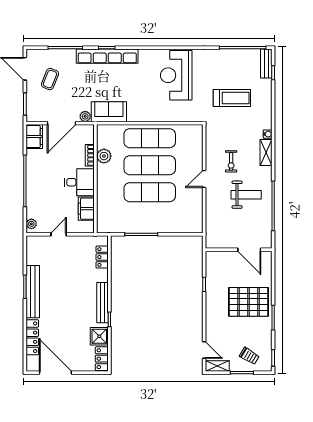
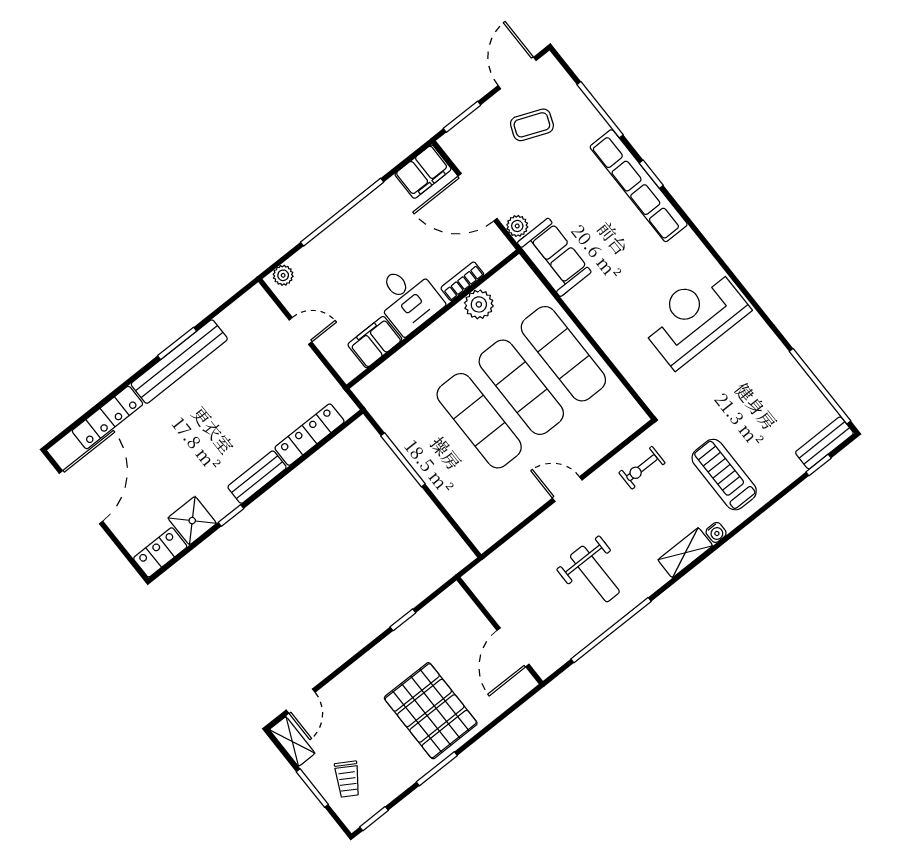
treadmill: (232, 98) -> (724, 475), moved, turned 180
exercise bike: (231, 161) -> (642, 468), moved
locker: (102, 257) -> (309, 435), width x1.53
bench: (102, 303) -> (257, 477), width x0.73

